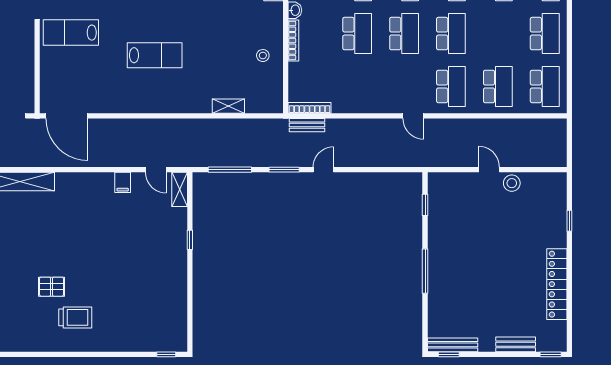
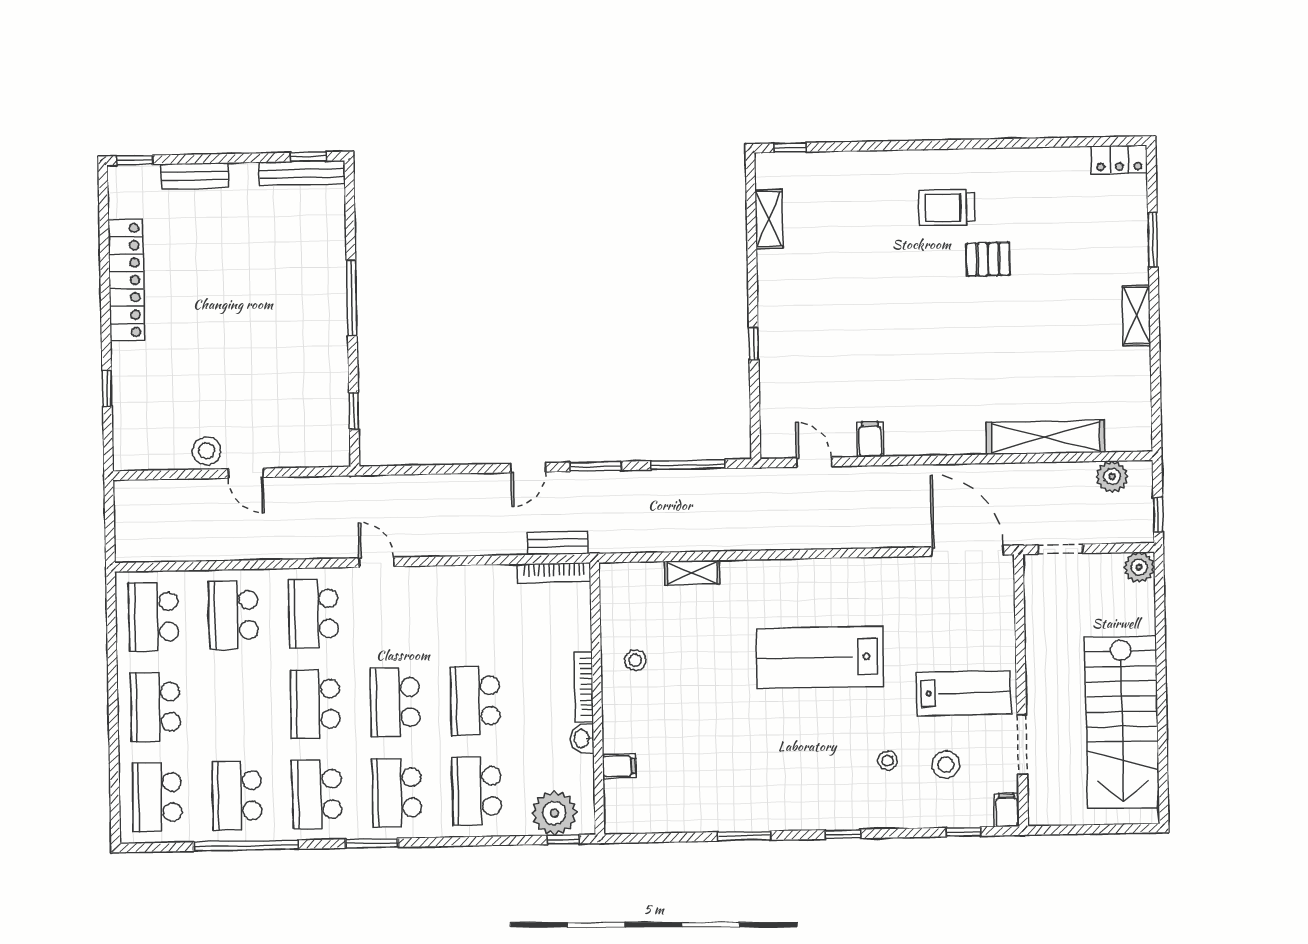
lab bench: (155, 55) -> (820, 657), width x1.36, depth x1.39
shelving: (180, 189) -> (769, 219), moved

